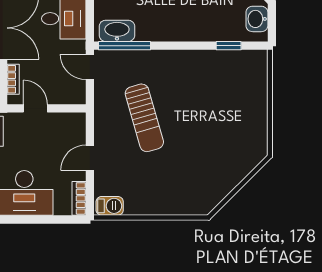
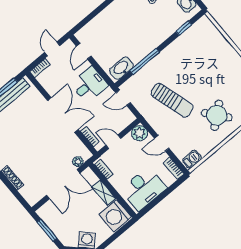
window: (124, 46) -> (144, 61), moved
plant: (74, 124) -> (139, 133), added
door: (90, 158) -> (162, 143), hinge flipped
round table: (182, 179) -> (217, 115), added

